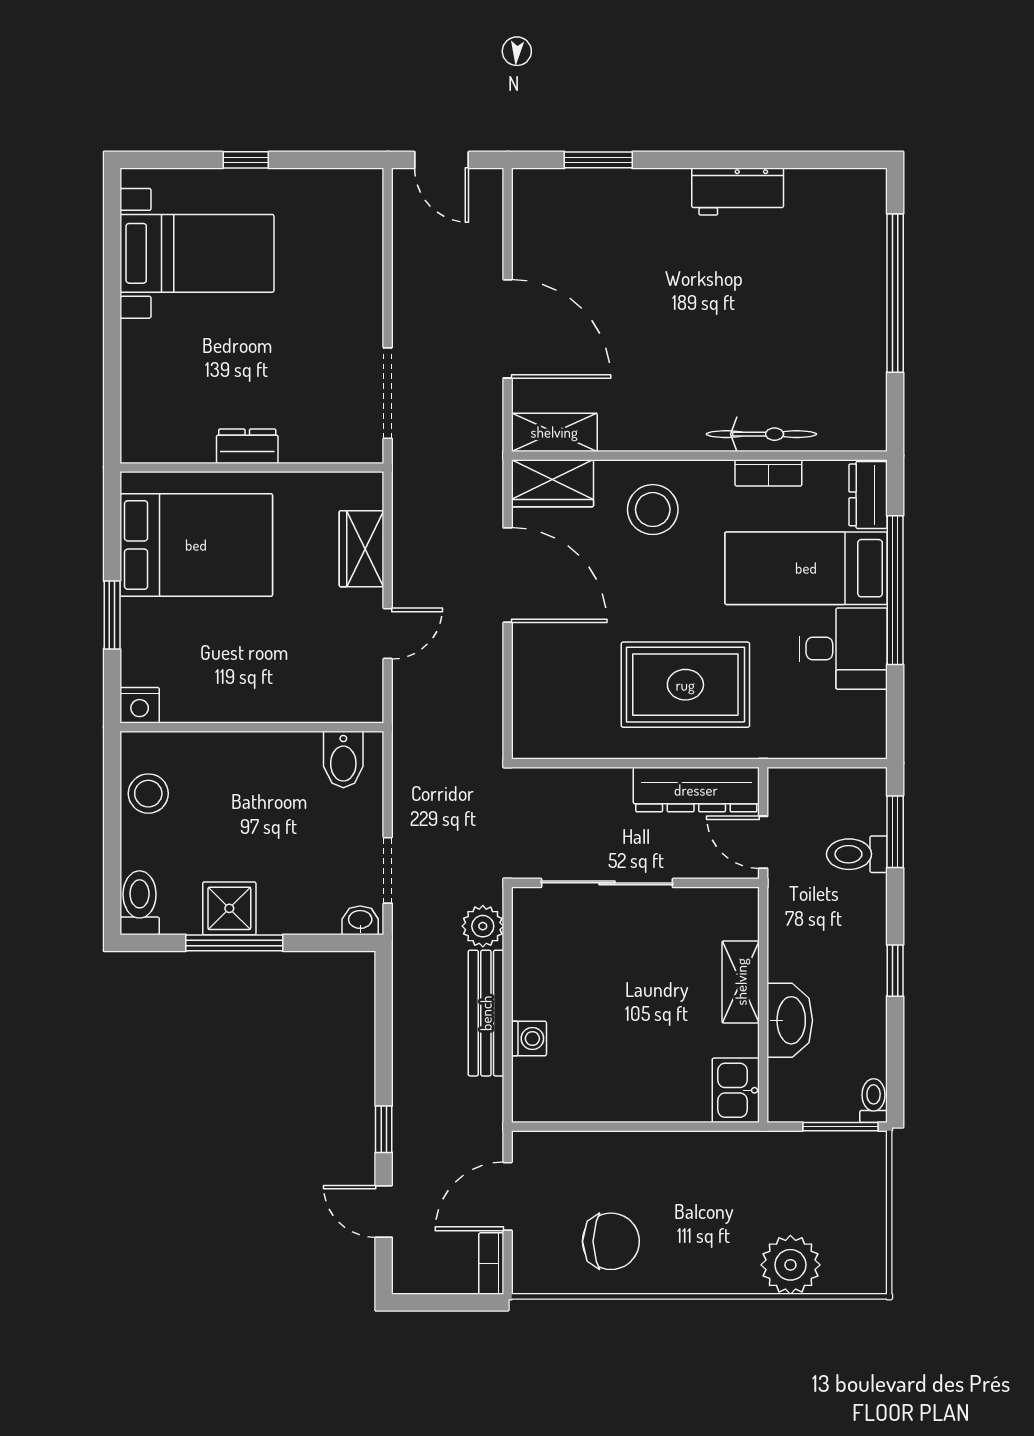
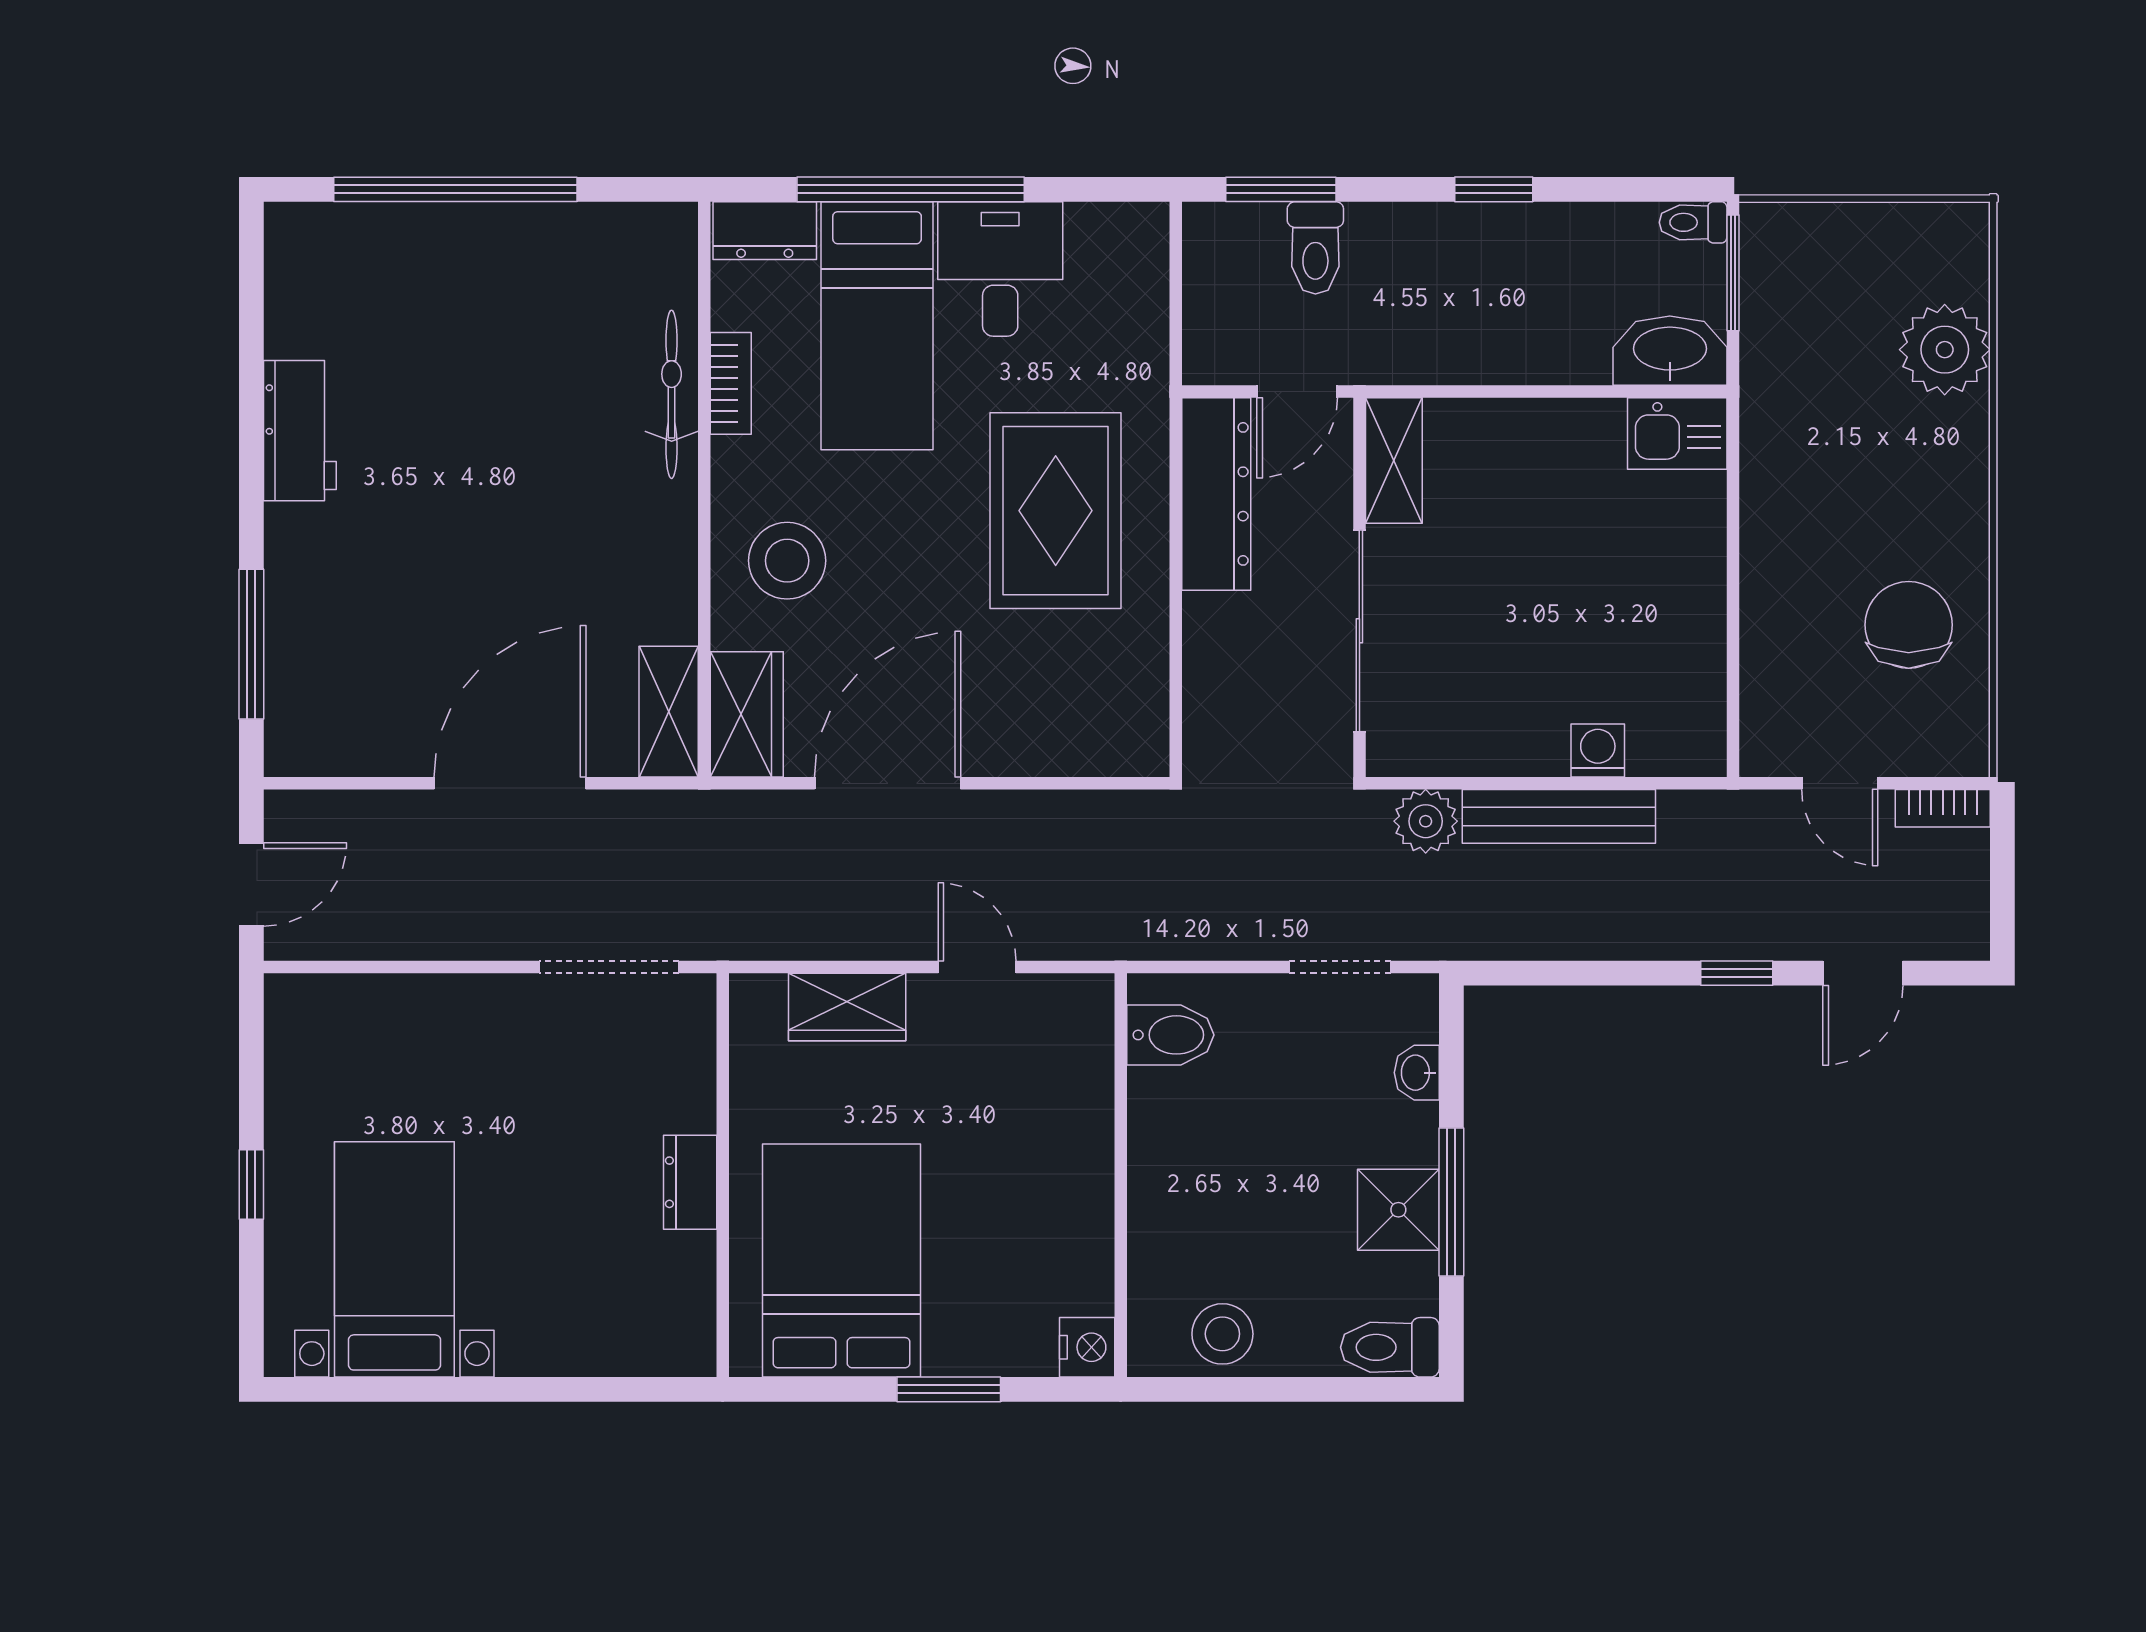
window: (598, 160) -> (251, 644), width x1.44
washbasin: (360, 920) -> (1417, 1073), moved
shelving: (741, 982) -> (1394, 460), moved, turned 90
washbasin: (790, 1020) -> (1670, 351), moved
door: (508, 1196) -> (1840, 783), width x0.73

